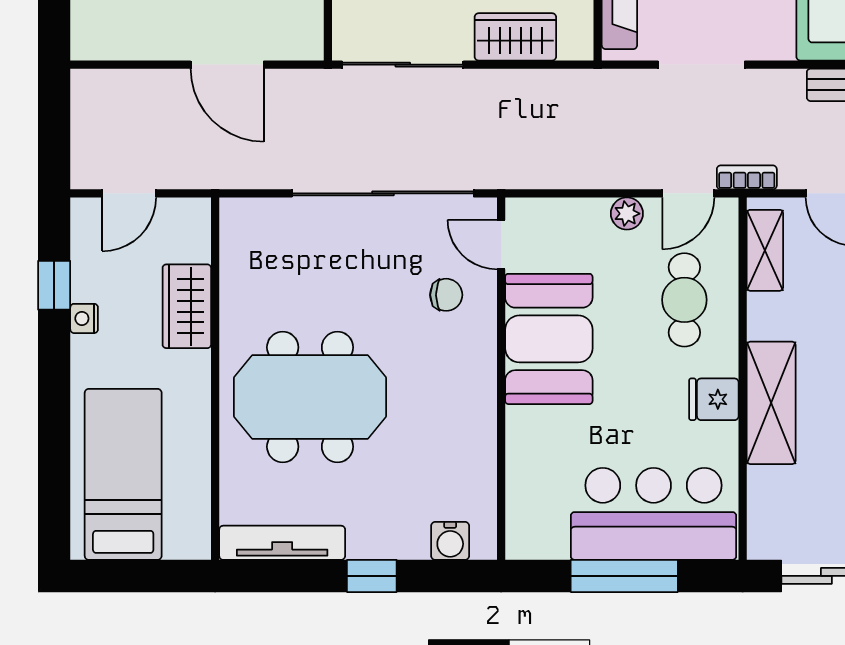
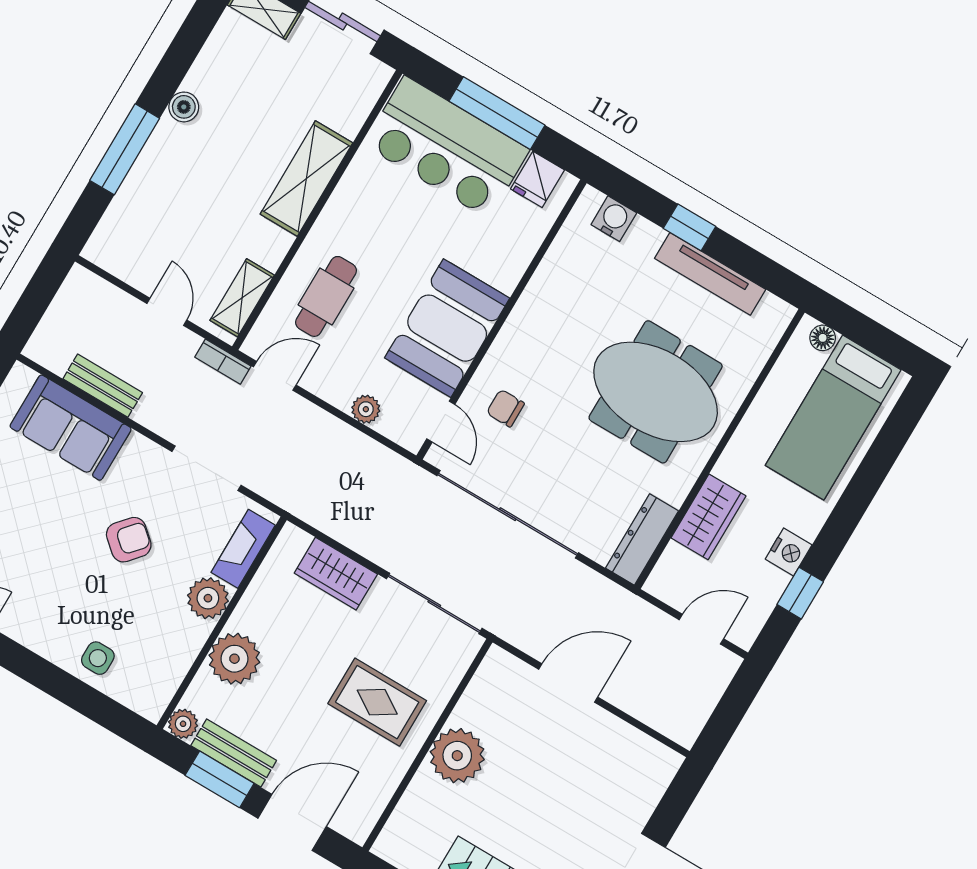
door: (227, 65) -> (568, 683), hinge flipped
plant: (627, 214) -> (366, 409), moved
dresser: (238, 246) -> (642, 539), added
nightstand: (84, 318) -> (789, 552), width x1.39, depth x1.35
fridge: (714, 399) -> (538, 179), moved, turned 90
tv unit: (282, 543) -> (710, 274), moved
floor lamp: (179, 545) -> (823, 338), added

